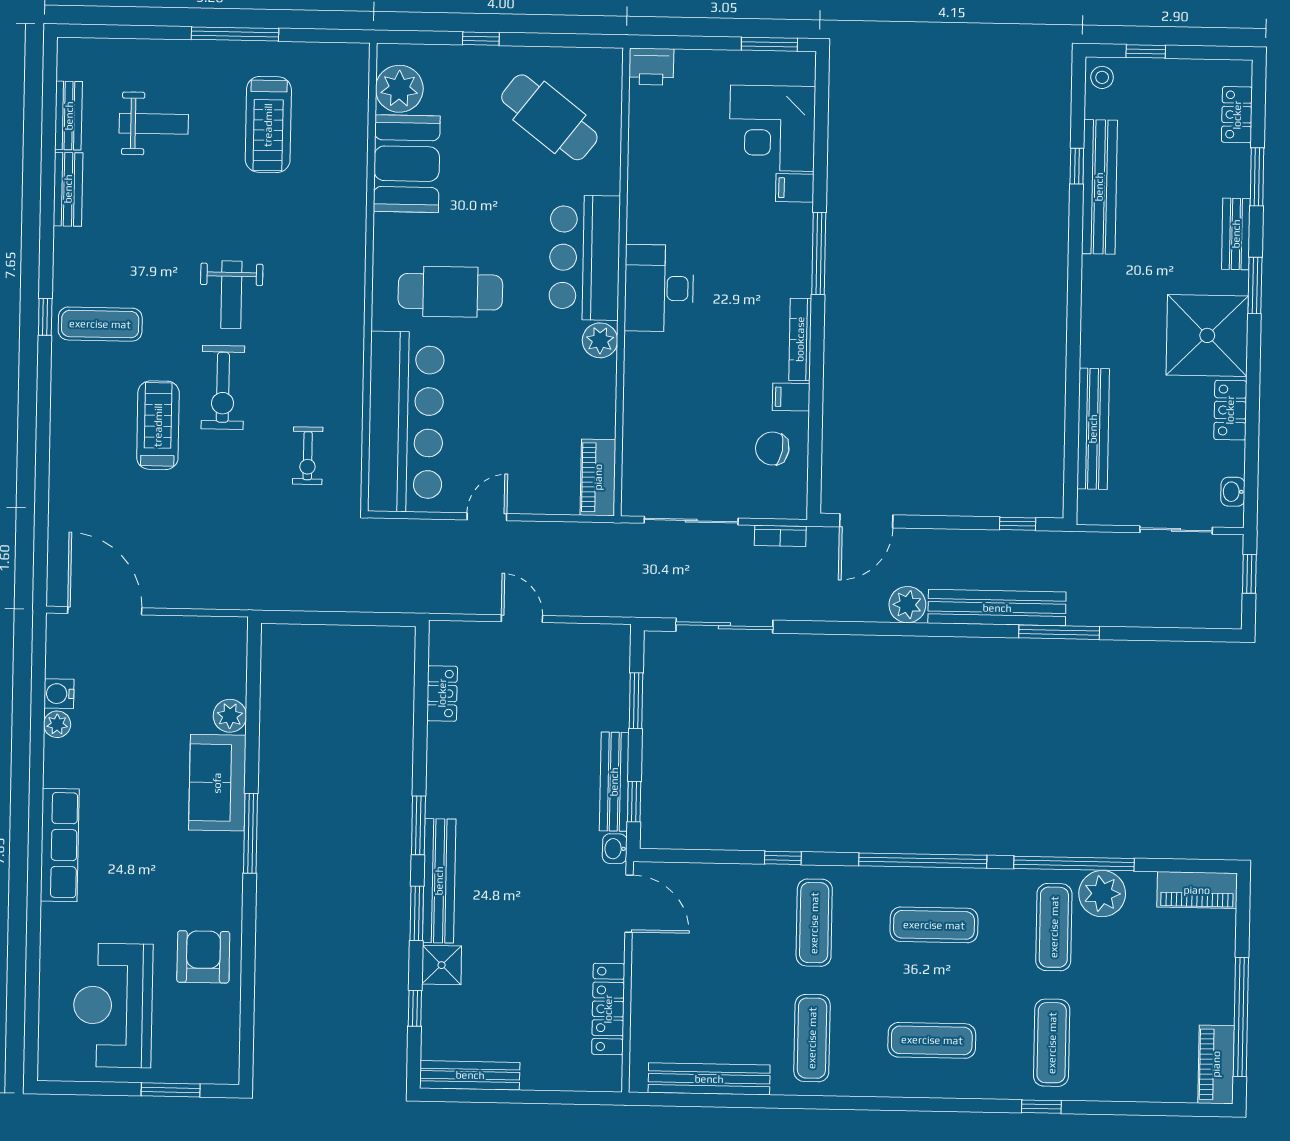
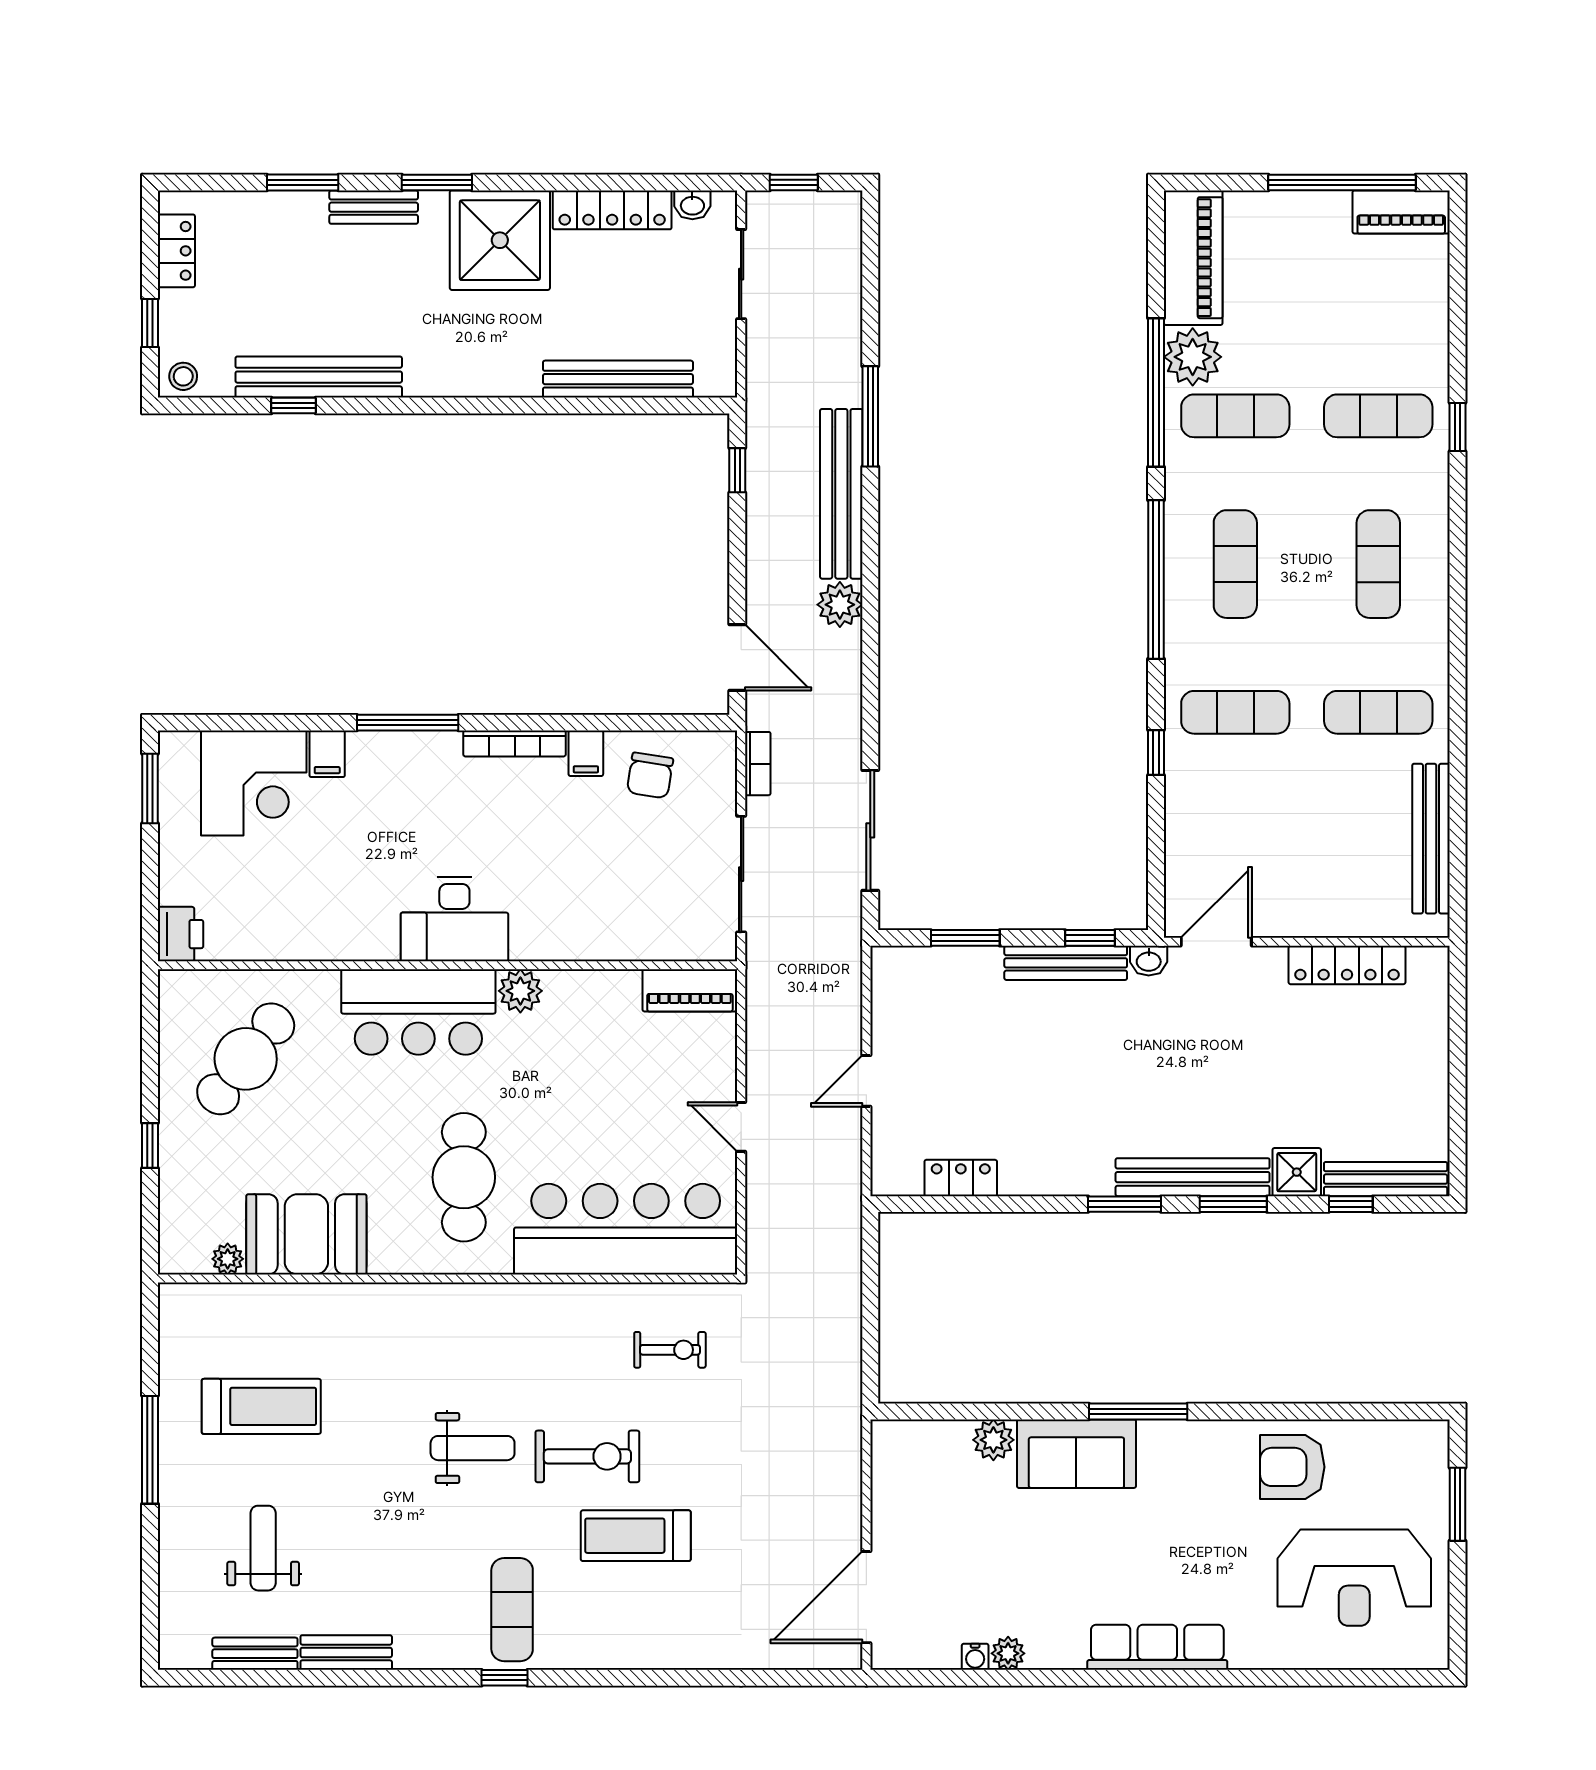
plant: (399, 89) -> (228, 1259), width x0.53, depth x0.53
locker: (1237, 115) -> (176, 251), moved, turned -90
locker: (1230, 410) -> (612, 210), width x1.53
water cooler: (59, 694) -> (975, 1657), width x0.72, depth x0.72
piano: (1197, 890) -> (1193, 258), width x1.37, depth x1.33
bench: (470, 1075) -> (1386, 1179), moved, turned 90

